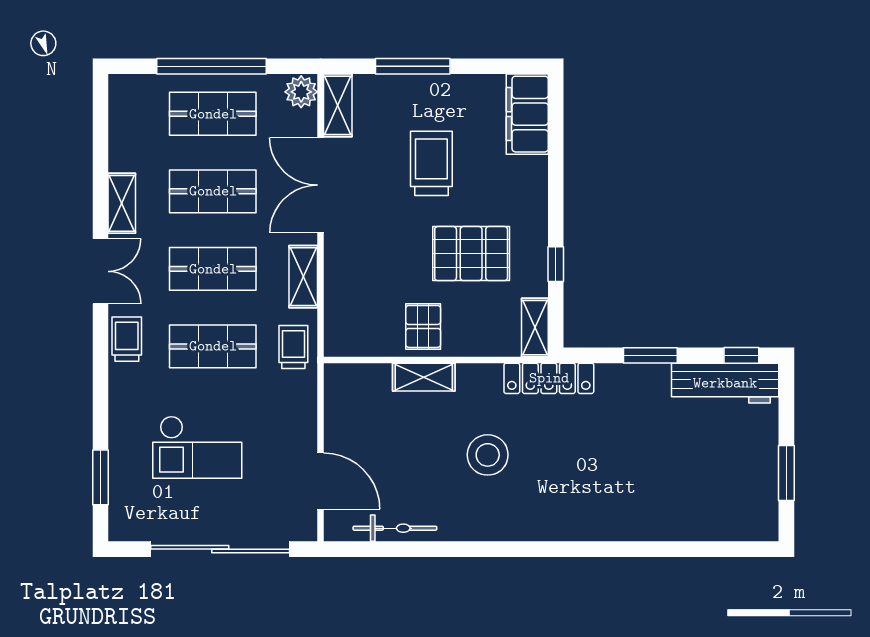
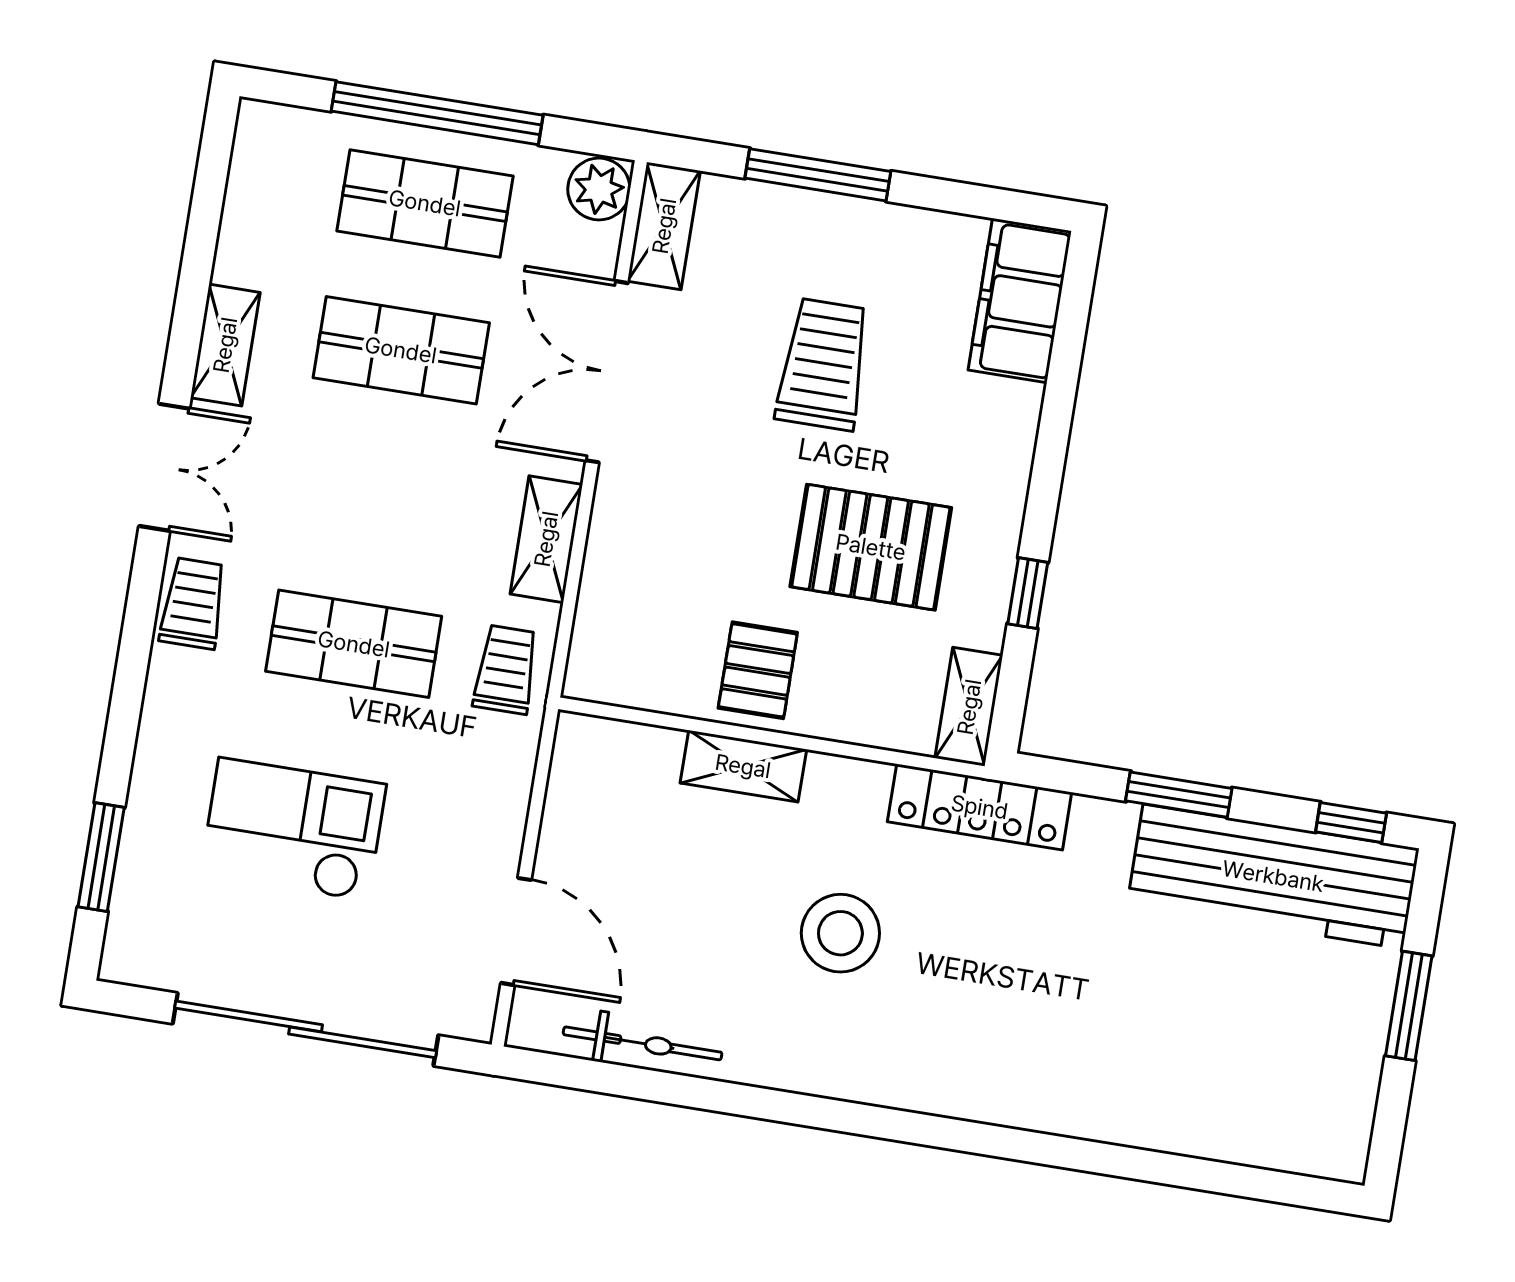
shop shelf: (213, 269) -> (377, 497), removed
workbench: (725, 383) -> (1273, 876), width x1.36, depth x1.32
checkout: (197, 447) -> (293, 830), turned 180
window: (786, 473) -> (1409, 1006), moved

